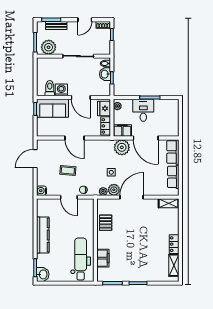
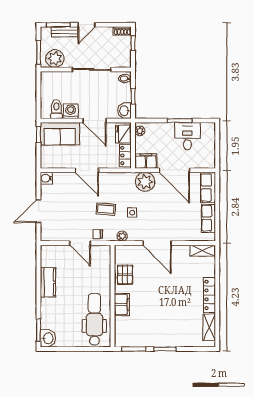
door: (85, 20) -> (86, 25), moved
washbasin: (105, 74) -> (124, 111), moved
desk: (143, 110) -> (187, 136), moved
door: (35, 159) -> (38, 211), moved
coffee table: (68, 171) -> (106, 209), moved
plant: (114, 190) -> (135, 234), removed
water cooler: (42, 191) -> (46, 178), moved
door: (132, 197) -> (157, 243), swing flipped
kitchen counter: (43, 235) -> (48, 282), width x0.67
locker: (174, 244) -> (209, 295), width x1.53
filing cabinet: (103, 258) -> (122, 304), moved

